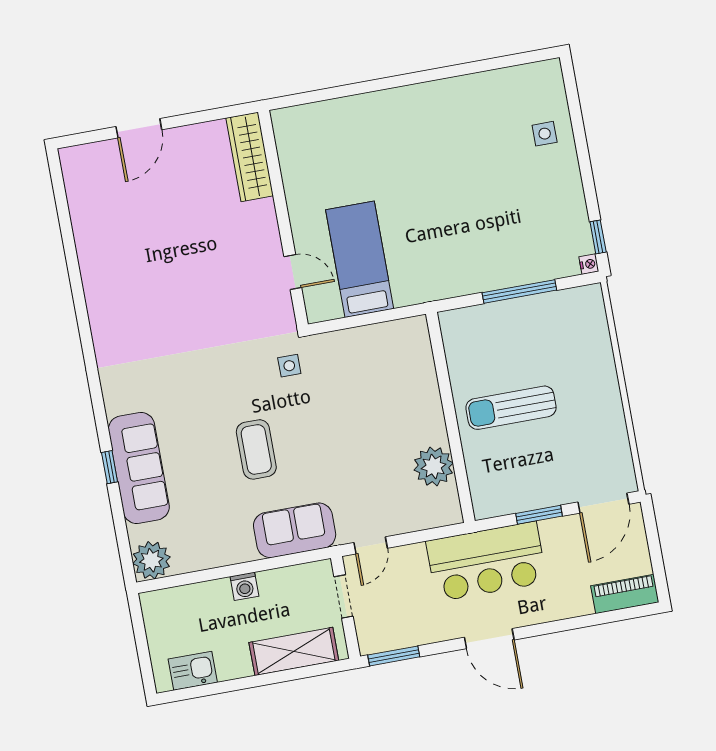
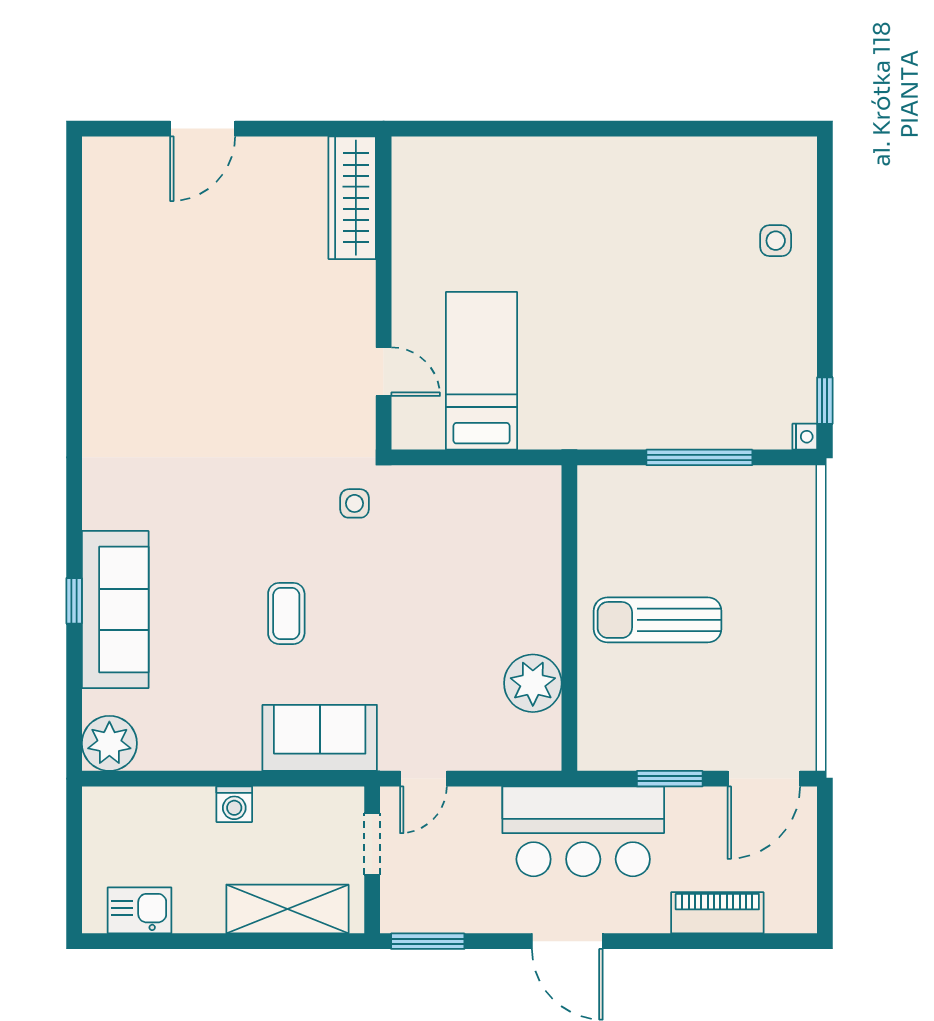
coffee table: (256, 449) -> (286, 613), width x0.73, depth x0.77
piano: (625, 594) -> (717, 913), moved

